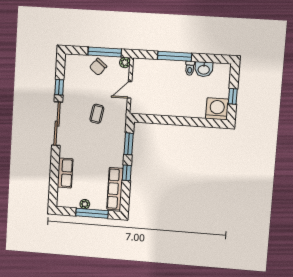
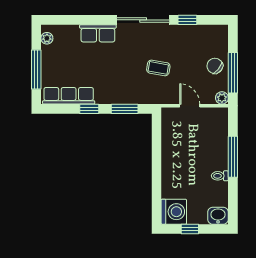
washbasin: (204, 69) -> (218, 216), moved, turned 90
row of seats: (65, 173) -> (98, 33), moved
plant: (85, 204) -> (47, 38), moved

